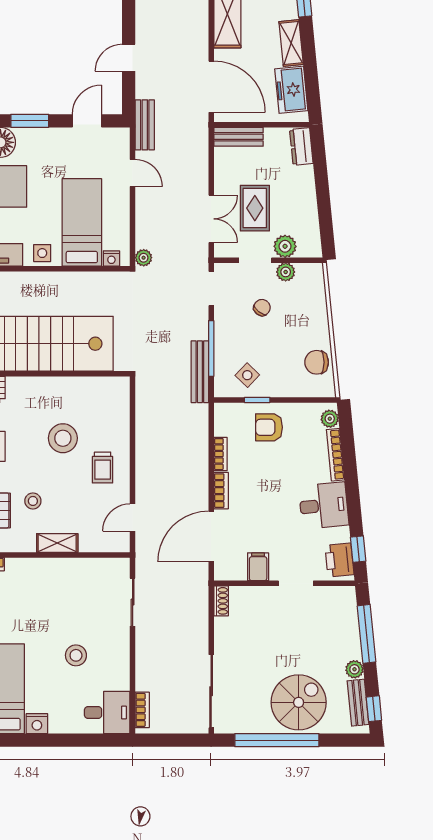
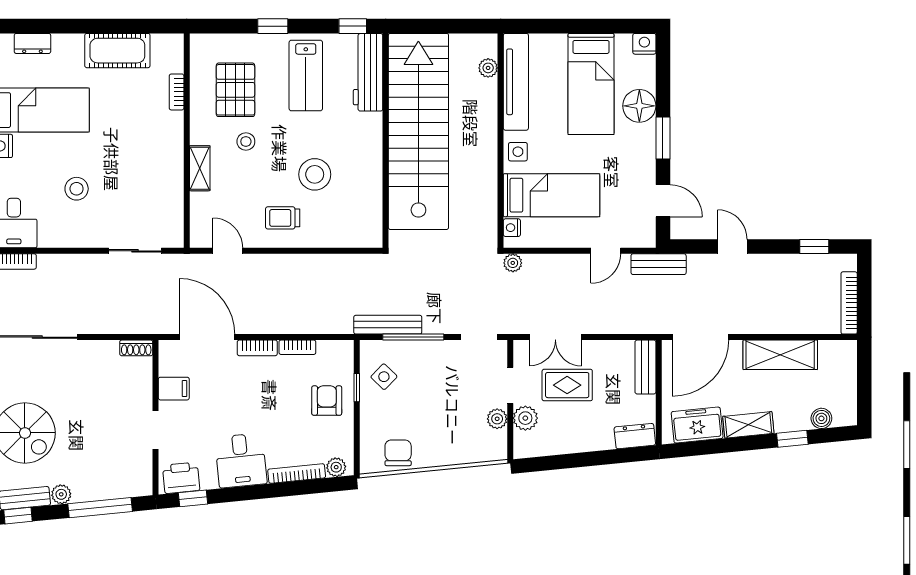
chair: (262, 308) -> (458, 393), removed

